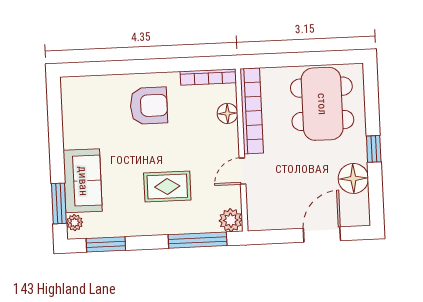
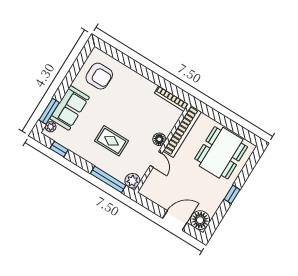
armchair: (149, 106) -> (99, 76), moved
floor lamp: (227, 113) -> (159, 139), moved
door: (242, 171) -> (156, 159), swing flipped
floor lamp: (353, 178) -> (200, 220), moved
window: (106, 244) -> (59, 149), width x0.67

